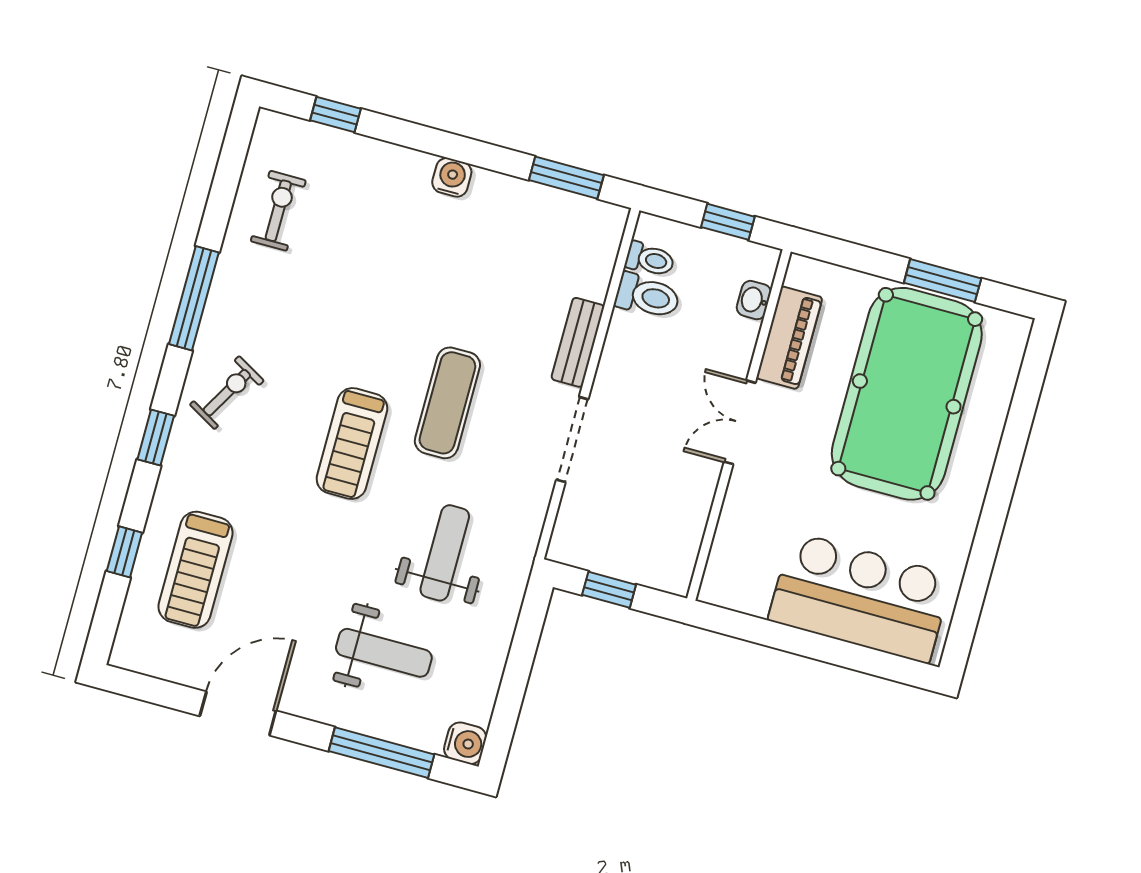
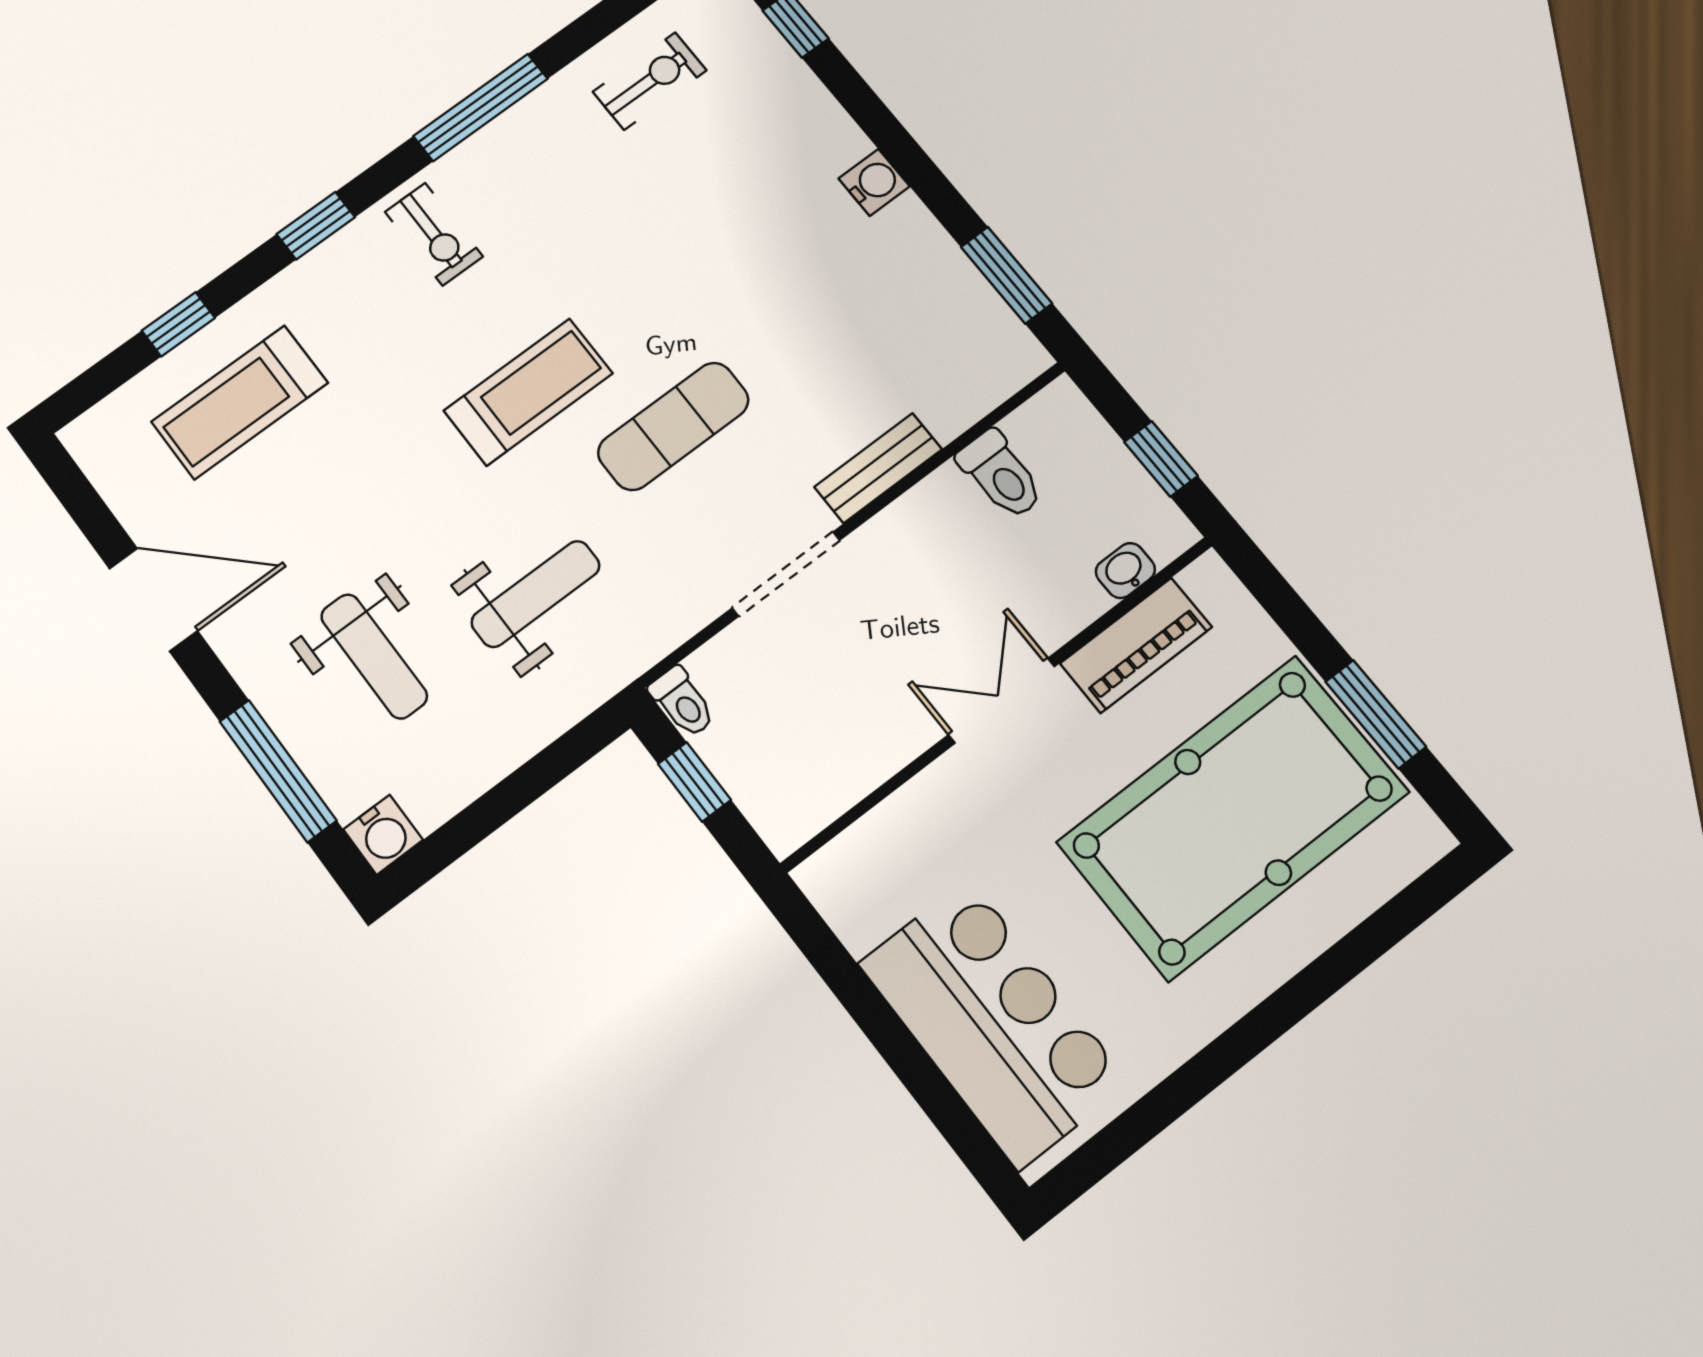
toilet: (650, 259) -> (682, 702), moved
exercise bike: (227, 393) -> (434, 234), turned 60
treadmill: (352, 443) -> (528, 392), turned 180

